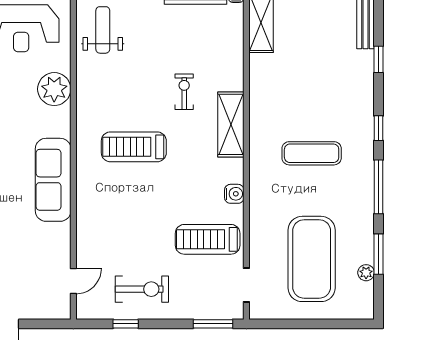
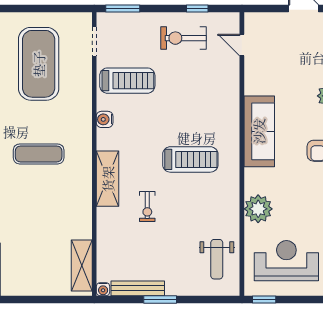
door: (73, 281) -> (242, 45), hinge flipped

